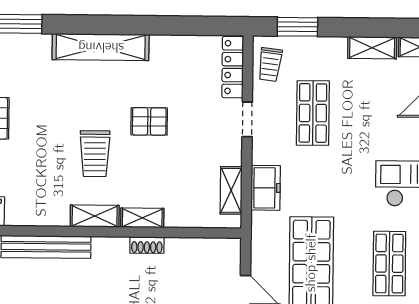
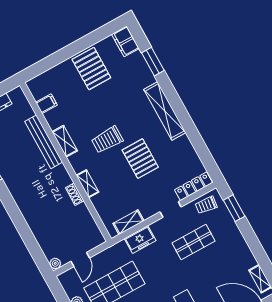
shelving: (372, 48) -> (245, 254), removed
pallet: (149, 121) -> (140, 159), width x1.50, depth x1.42
shelving: (95, 216) -> (65, 141), moved

